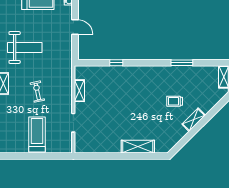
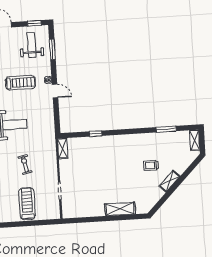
door: (75, 27) -> (55, 91), moved
window: (182, 63) -> (166, 129), moved
shelving: (79, 91) -> (63, 148), moved

